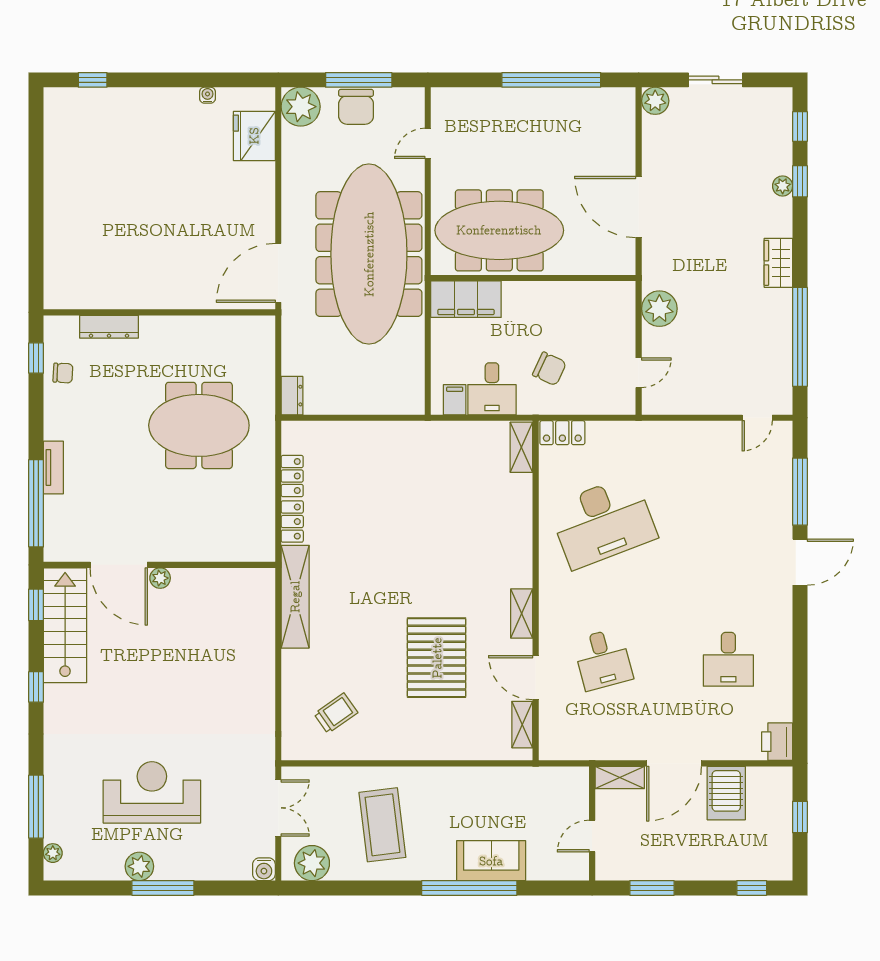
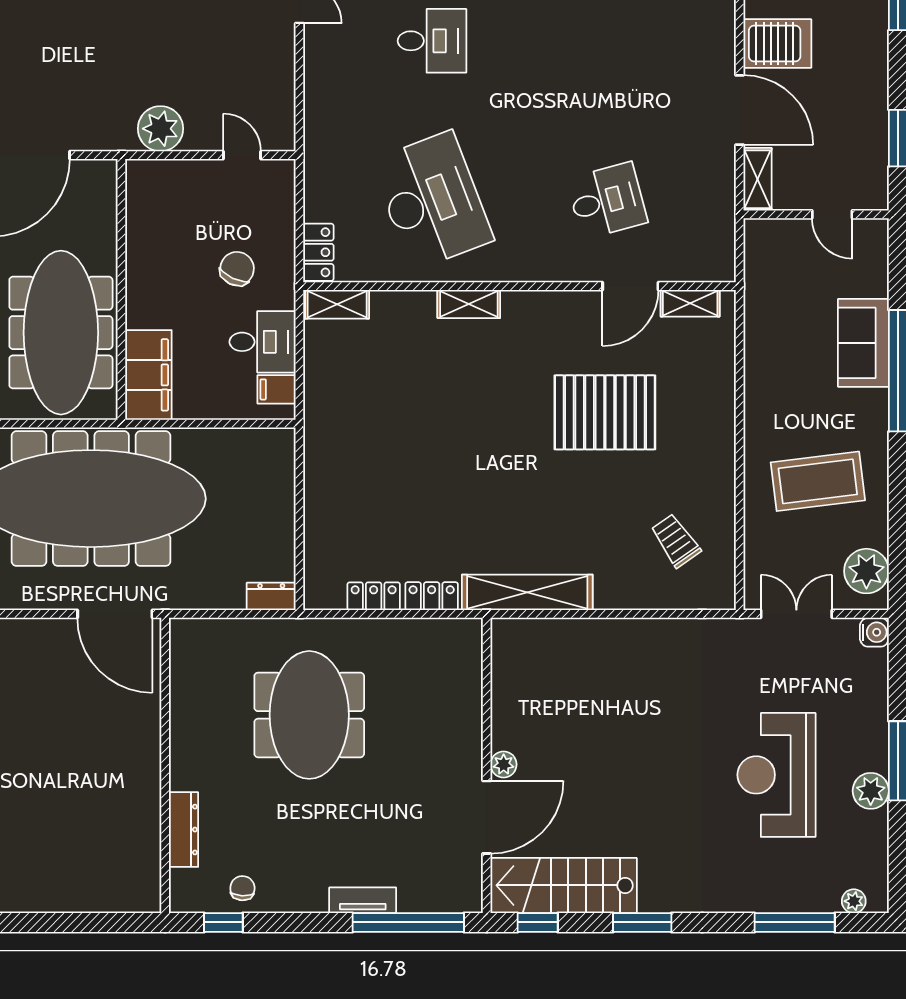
shelving: (522, 614) -> (469, 304), moved
desk: (728, 659) -> (432, 41), moved
window: (36, 687) -> (642, 922), width x1.50

